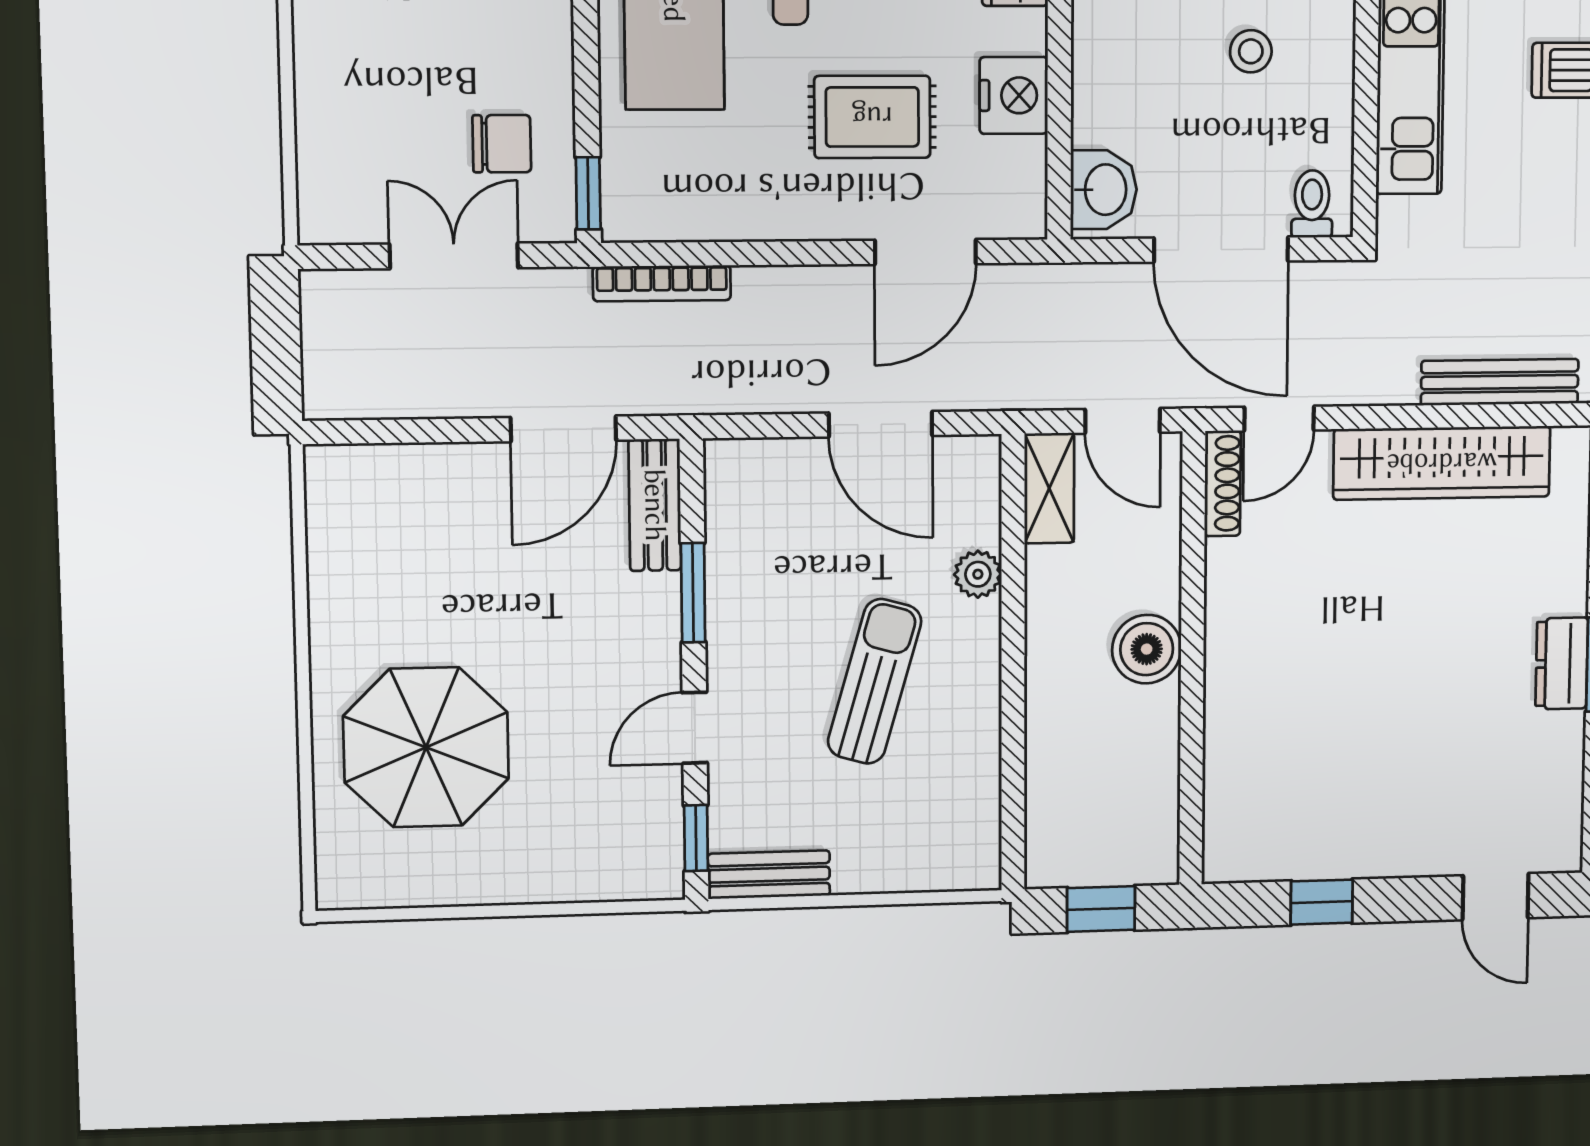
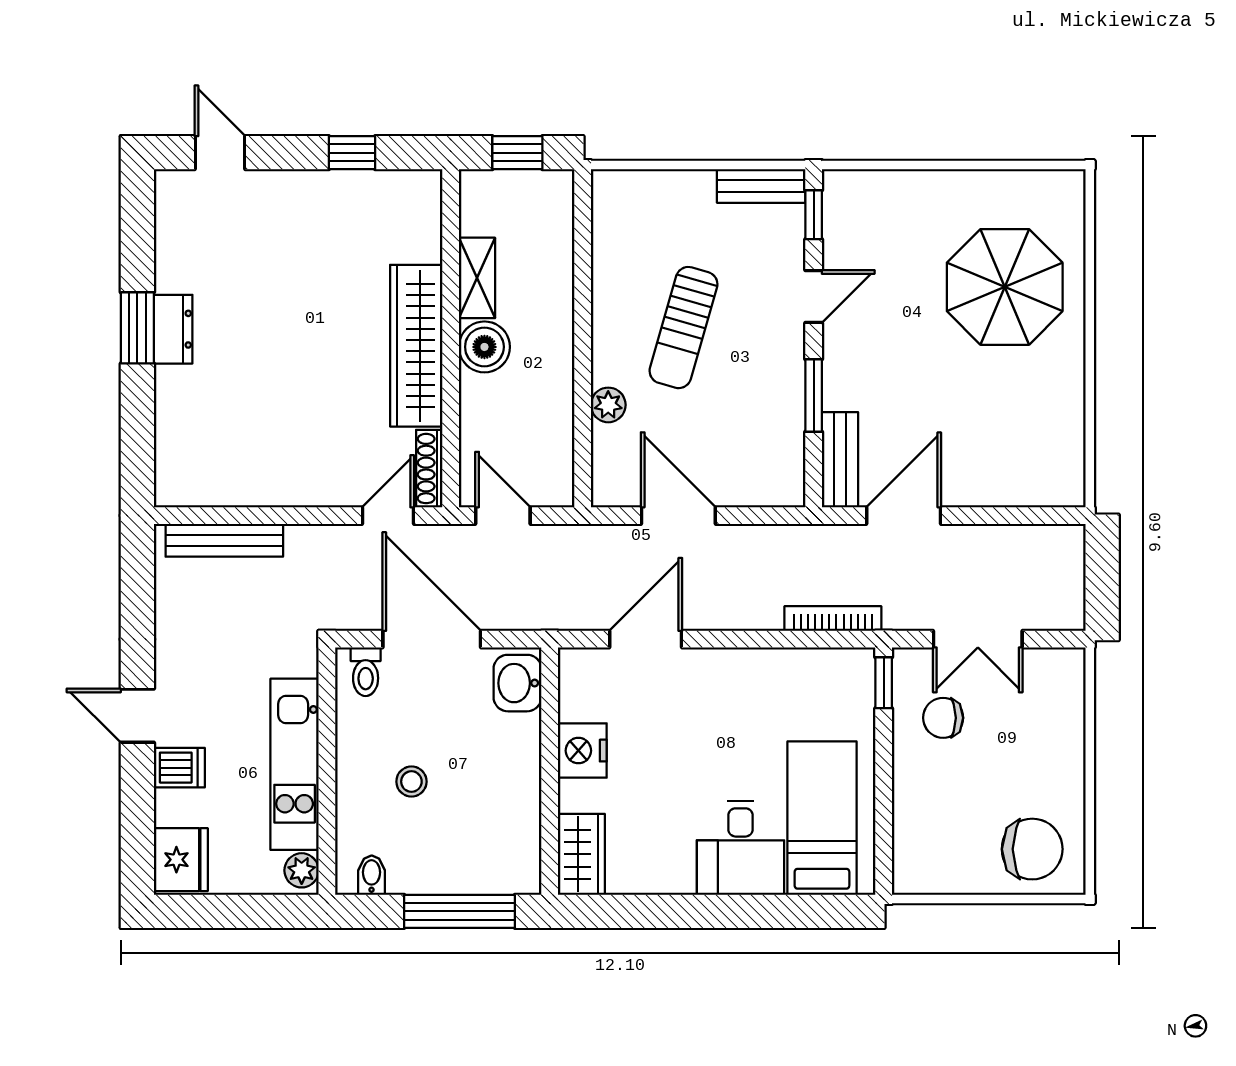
rug: (872, 117) -> (683, 736), removed
wardrobe: (1442, 463) -> (416, 346), moved, turned -90
shelving: (1049, 488) -> (477, 278), moved

